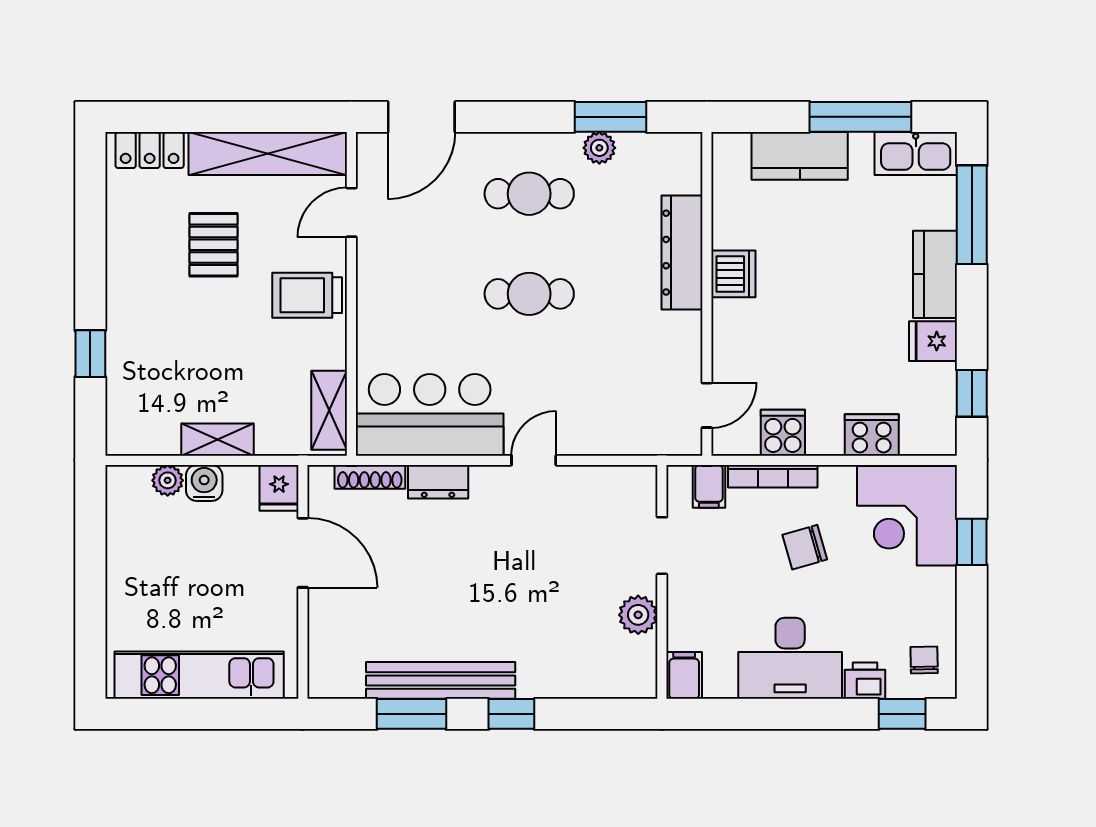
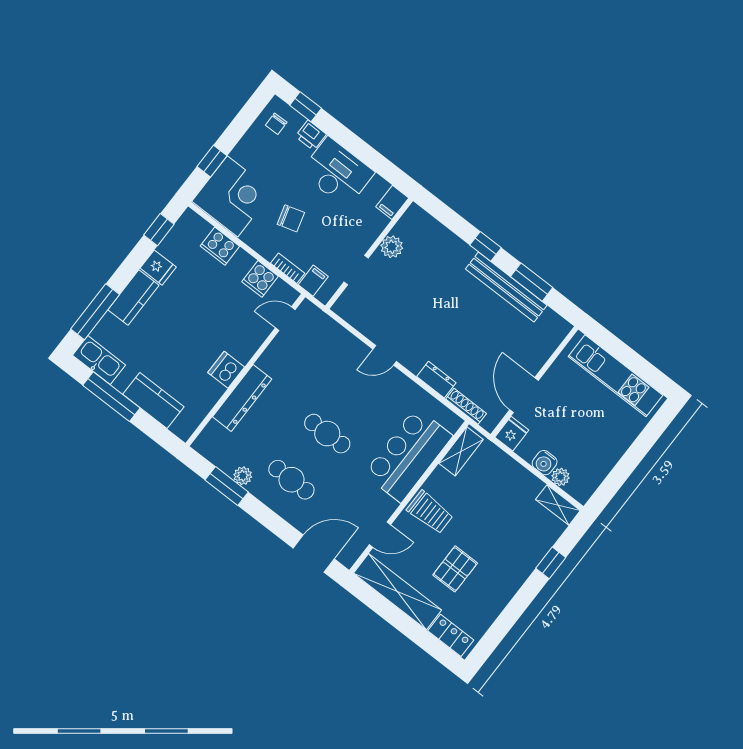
bar counter: (430, 415) -> (408, 455), moved, turned 90
shelving: (217, 440) -> (558, 505), moved
bookcase: (773, 476) -> (288, 268), width x0.64

